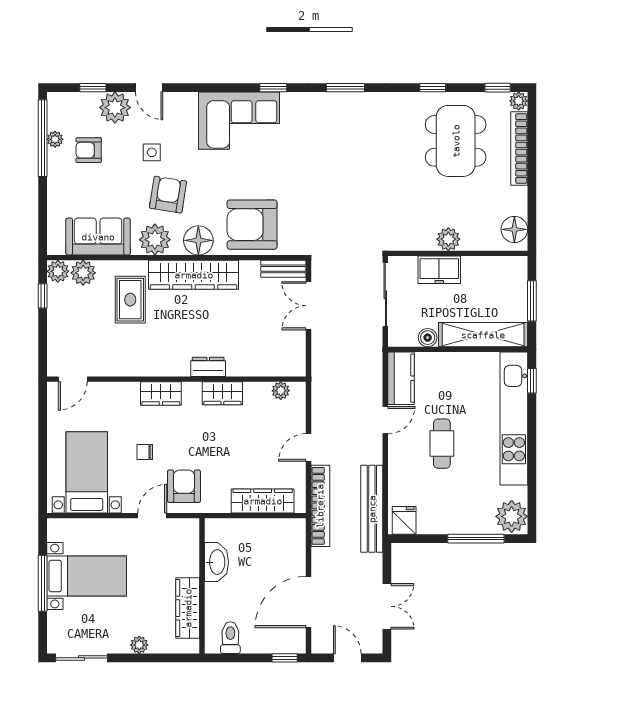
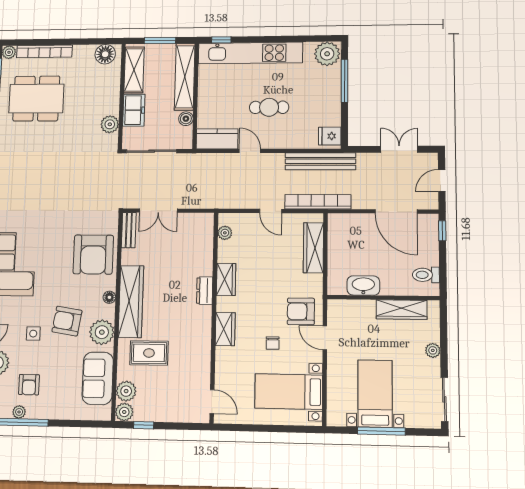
plant: (448, 239) -> (110, 124), moved
floor lamp: (198, 240) -> (109, 297), width x0.53, depth x0.53
shelving: (493, 268) -> (134, 70), added

